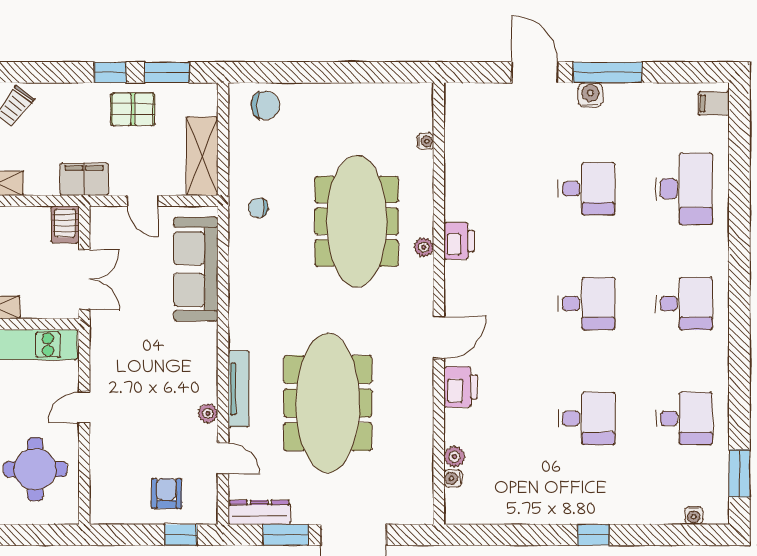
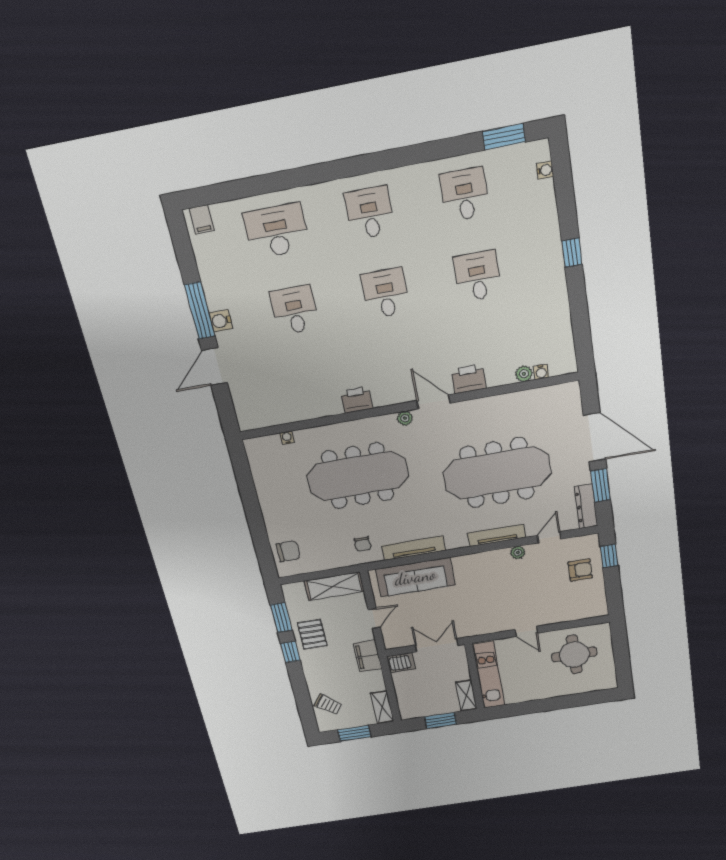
chair: (266, 105) -> (288, 551), turned 90
plant: (424, 247) -> (405, 418), moved
tv unit: (240, 275) -> (413, 548), added
armchair: (166, 494) -> (580, 570), turned 180

